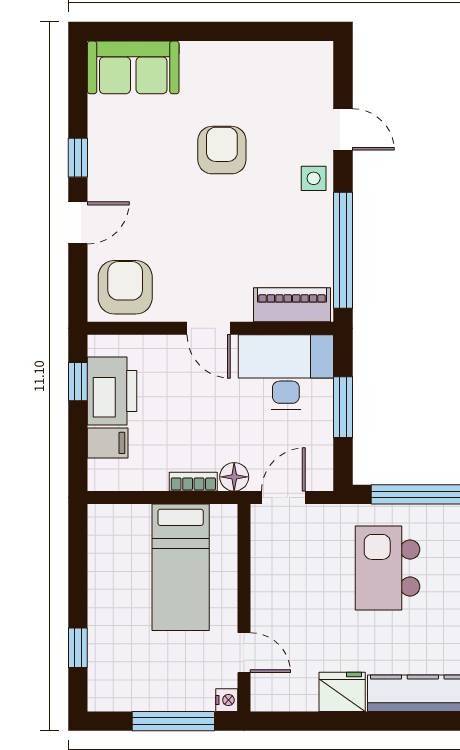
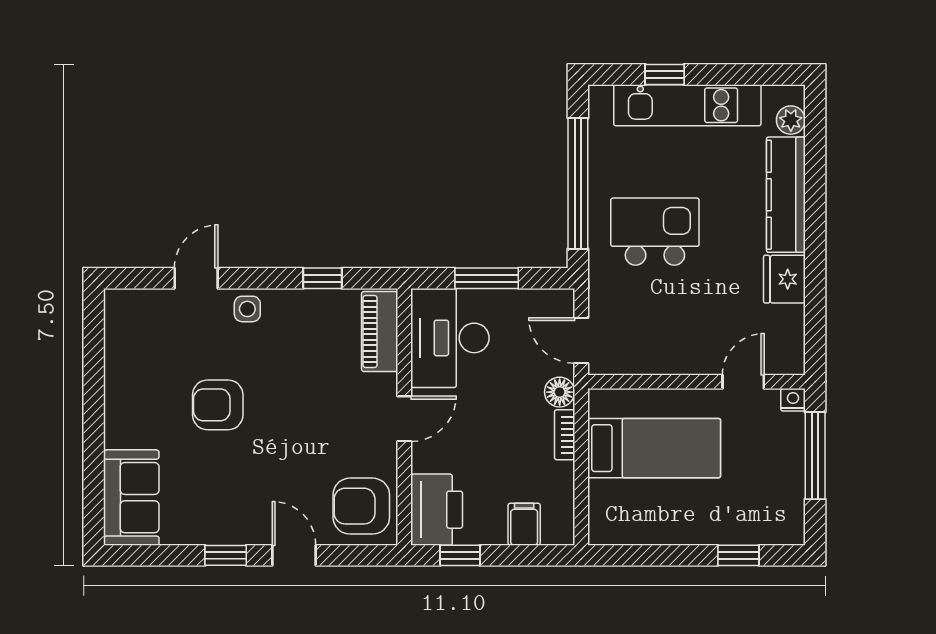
window: (343, 250) -> (323, 278), width x0.32
printer: (112, 391) -> (437, 510), moved, turned 90
kitchen island: (388, 568) -> (655, 232), turned 180

